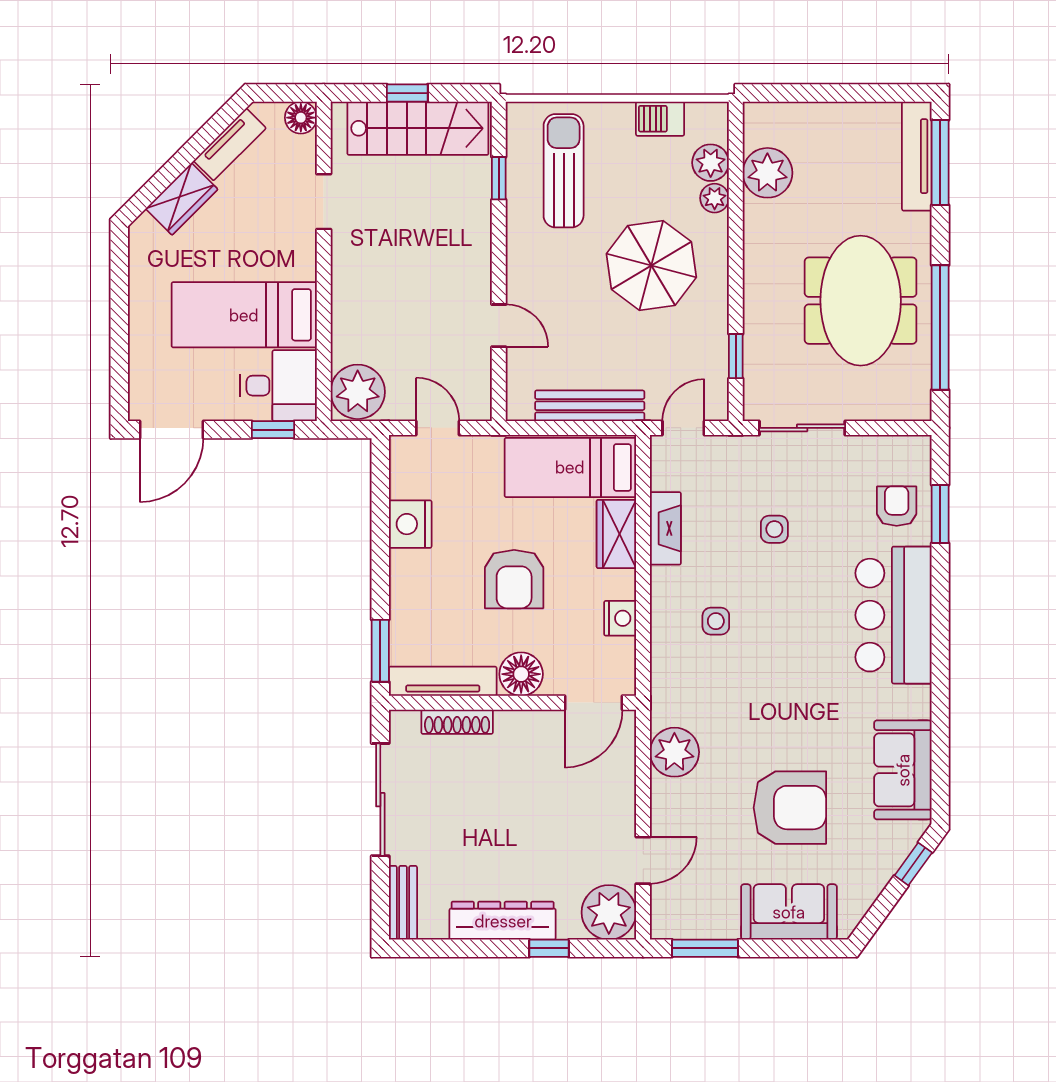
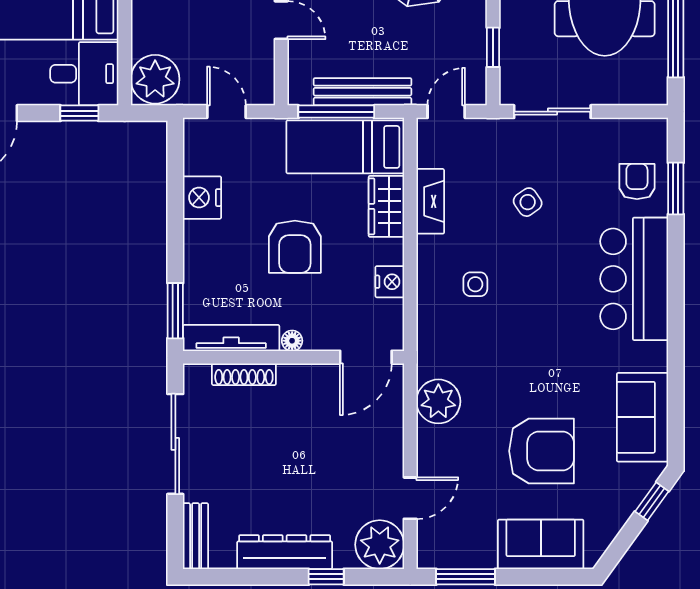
window: (560, 428) -> (336, 112), added
side table: (774, 529) -> (528, 202), turned -35
floor lamp: (521, 674) -> (292, 341), width x0.53, depth x0.53

